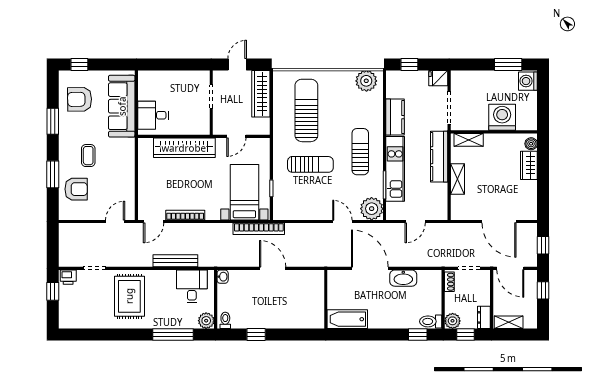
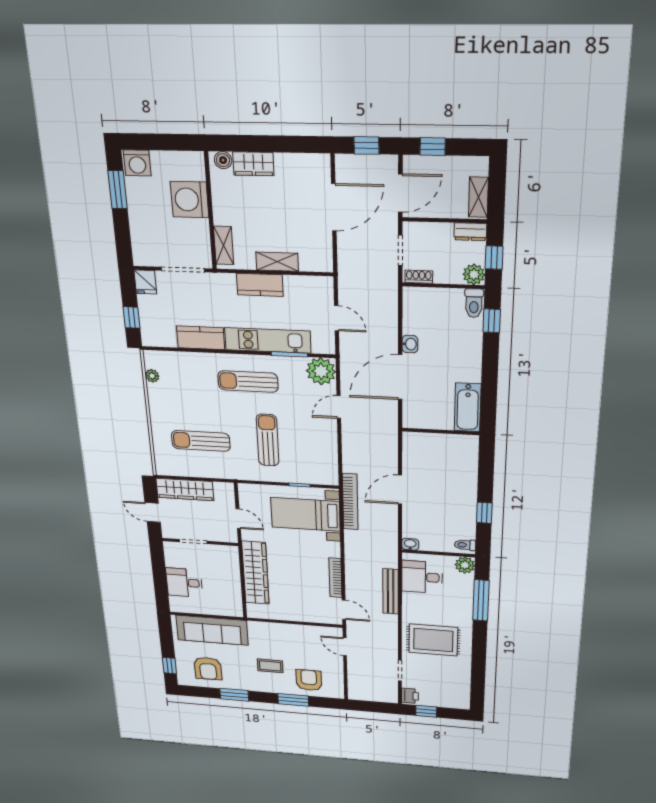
plant: (366, 81) -> (152, 376), width x0.53, depth x0.53
sun lounger: (306, 110) -> (201, 441), width x0.73, depth x0.75
desk: (153, 115) -> (184, 583), moved, turned 90
kitchen counter: (439, 157) -> (260, 285), width x0.67
washbasin: (403, 278) -> (410, 344), width x0.52, depth x0.69

